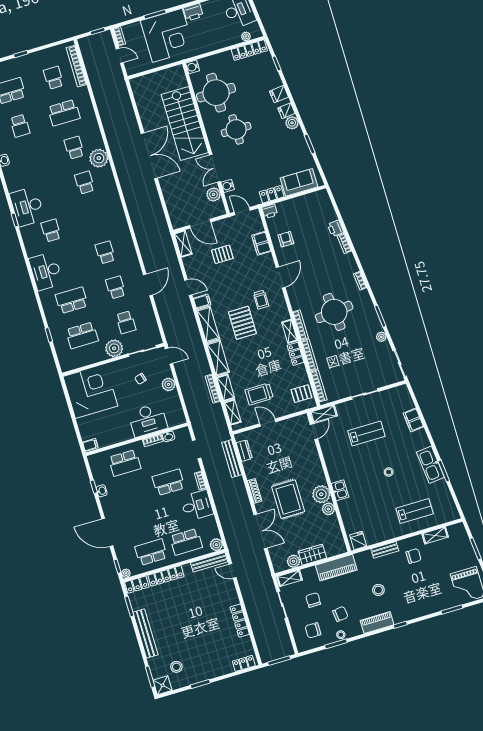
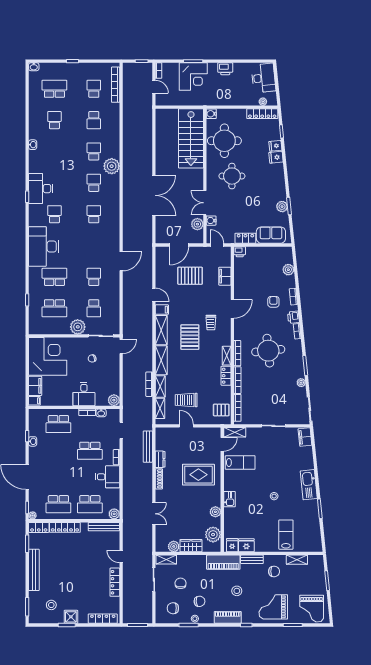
corner desk: (167, 35) -> (193, 77), width x0.74, depth x0.74
fridge: (286, 111) -> (275, 146), moved
school desk: (64, 113) -> (94, 120), width x0.54
plant: (292, 123) -> (282, 207), moved
stairs: (185, 124) -> (191, 138), moved
school desk: (20, 126) -> (54, 120), turned 180
double door: (149, 156) -> (154, 195), moved
plant: (330, 215) -> (288, 270), added
door: (200, 224) -> (179, 245), hinge flipped
printer: (336, 228) -> (293, 317), moved
armchair: (286, 239) -> (273, 302), moved
shelving: (183, 244) -> (160, 257), removed
school desk: (105, 252) -> (94, 214), moved
pallet: (222, 254) -> (190, 276), width x1.50, depth x1.42
desk: (46, 271) -> (44, 246), width x1.36, depth x1.30
door: (148, 285) -> (121, 261), moved
door: (169, 356) -> (121, 347), hinge flipped
plant: (169, 384) -> (114, 400), moved
desk: (148, 420) -> (84, 394), width x0.73
filing cabinet: (413, 420) -> (305, 437), moved
filing cabinet: (86, 428) -> (35, 386), added
lab bench: (366, 433) -> (240, 462), moved
dresser: (244, 451) -> (160, 459), moved
kitchen sink: (430, 465) -> (309, 485), moved
school desk: (168, 482) -> (90, 451), turned 180
plant: (321, 494) -> (213, 535), moved
rug: (288, 499) -> (198, 475), moved, turned 90
lab bench: (415, 511) -> (286, 535), turned -90
double door: (261, 531) -> (154, 514), width x0.73
fridge: (374, 536) -> (246, 545), added
school desk: (151, 552) -> (58, 504), turned 180
piano: (336, 568) -> (223, 562), moved
door: (233, 571) -> (121, 556), moved
grand piano: (424, 596) -> (273, 607), added
locker: (244, 663) -> (103, 619), width x1.53
shower: (163, 685) -> (71, 617), moved

